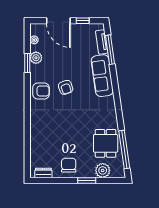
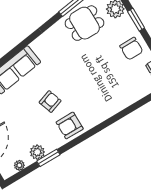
armchair: (41, 91) -> (70, 125), turned -90
chair: (69, 165) -> (131, 49), turned -90

